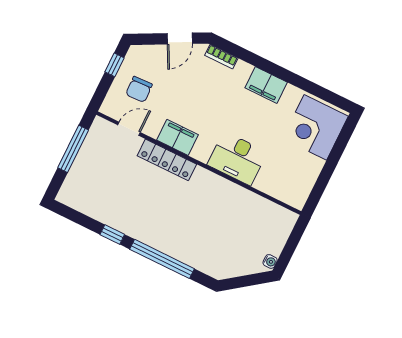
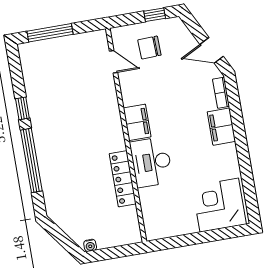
filing cabinet: (266, 85) -> (221, 127), moved
filing cabinet: (178, 137) -> (137, 122), moved
window: (73, 149) -> (50, 33), moved
locker: (167, 160) -> (123, 179), moved

